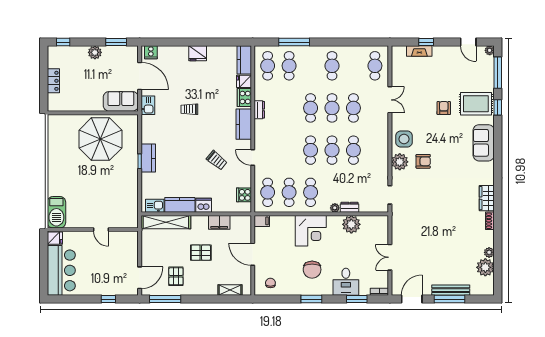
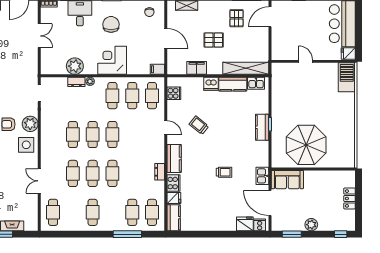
fridge: (198, 53) -> (245, 224), moved

